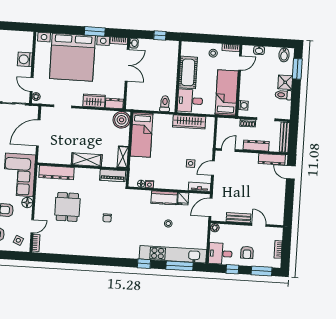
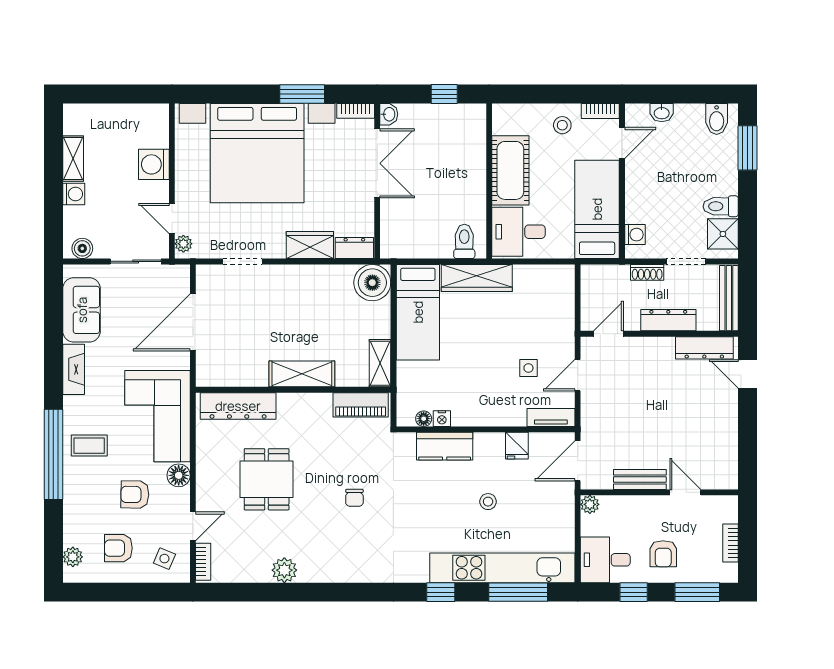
shower: (285, 82) -> (723, 234), moved
wardrobe: (189, 122) -> (477, 278), moved
kitchen counter: (164, 198) -> (445, 446), moved
plant: (73, 249) -> (284, 570), added

